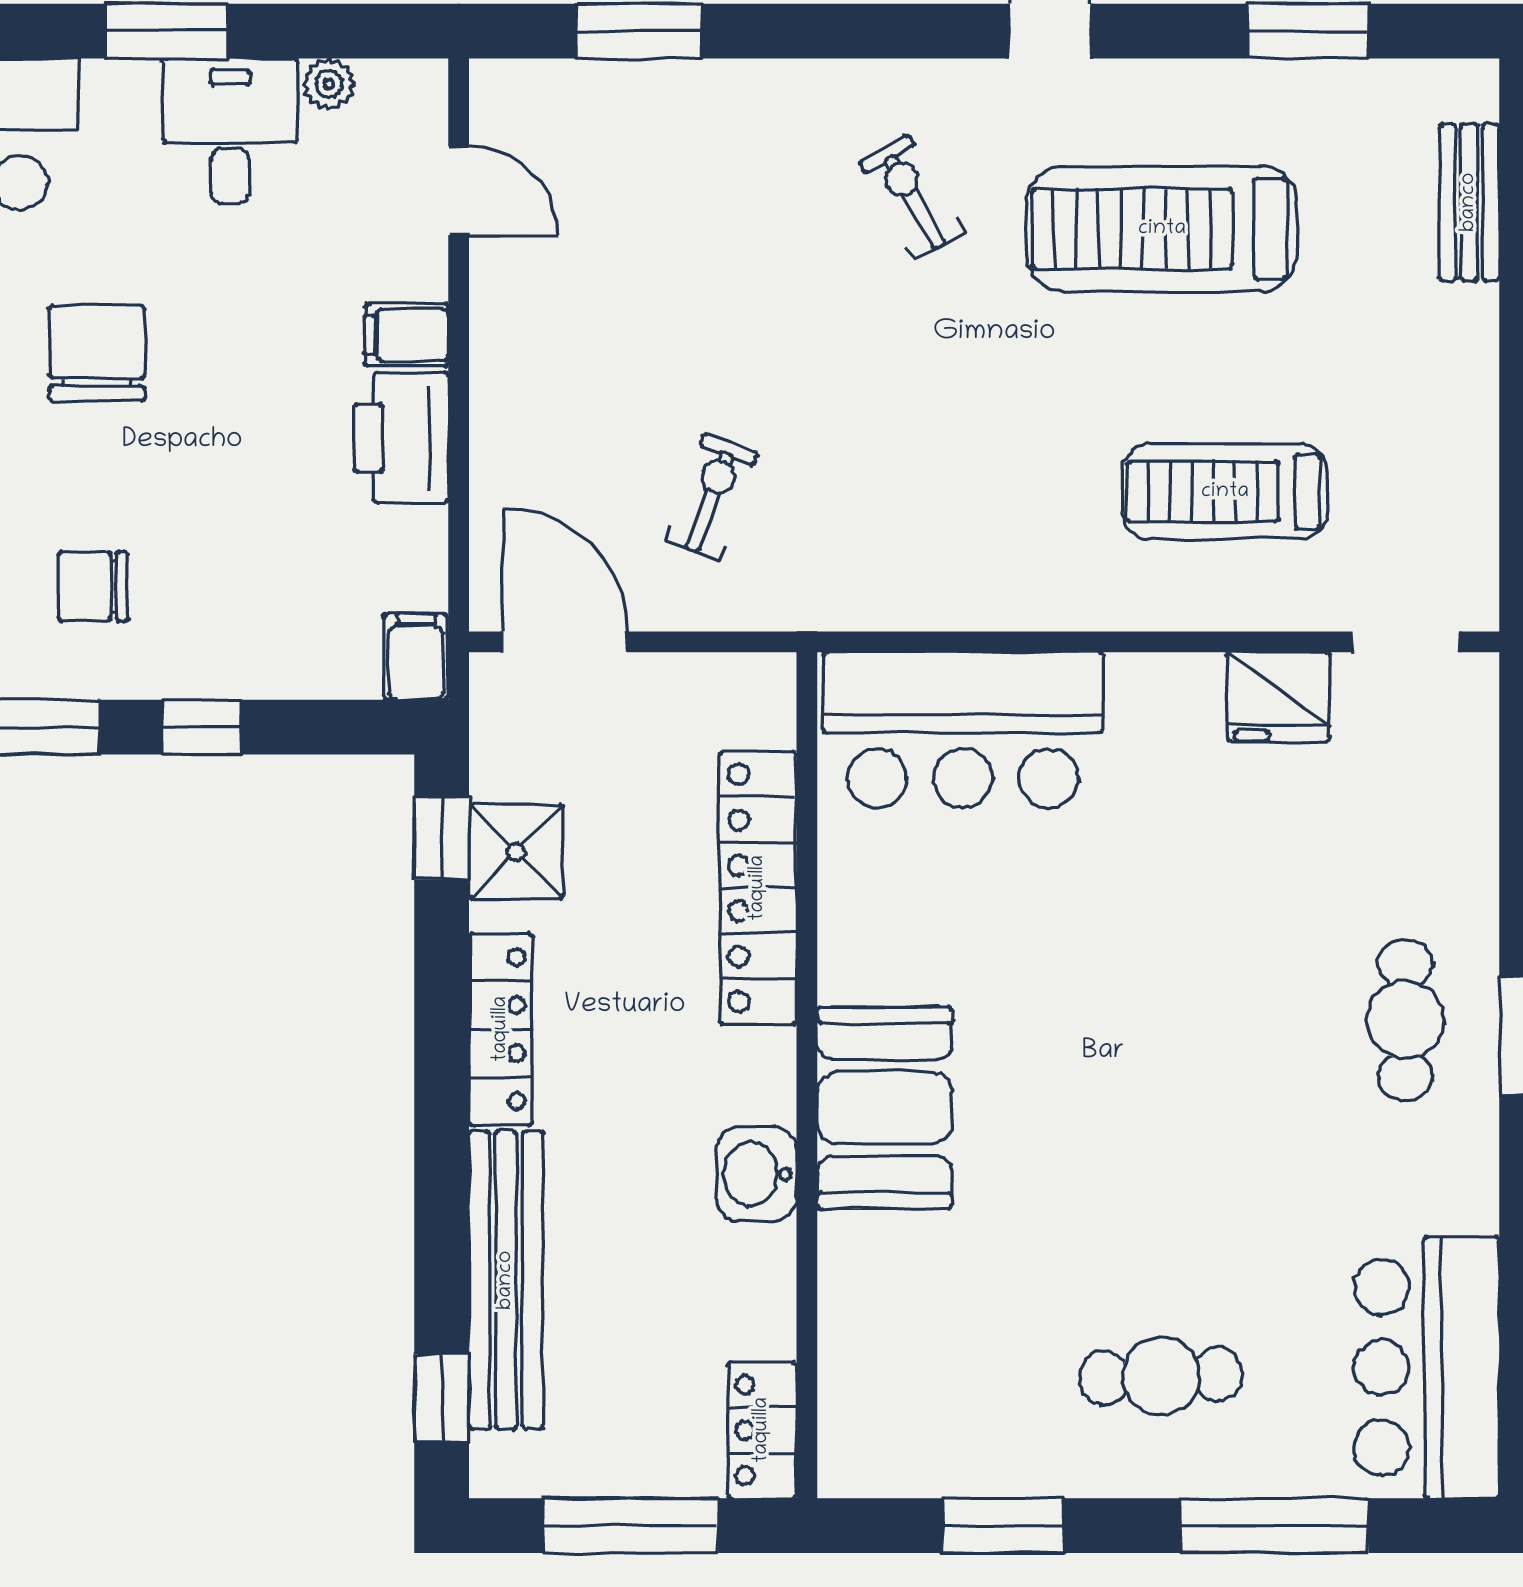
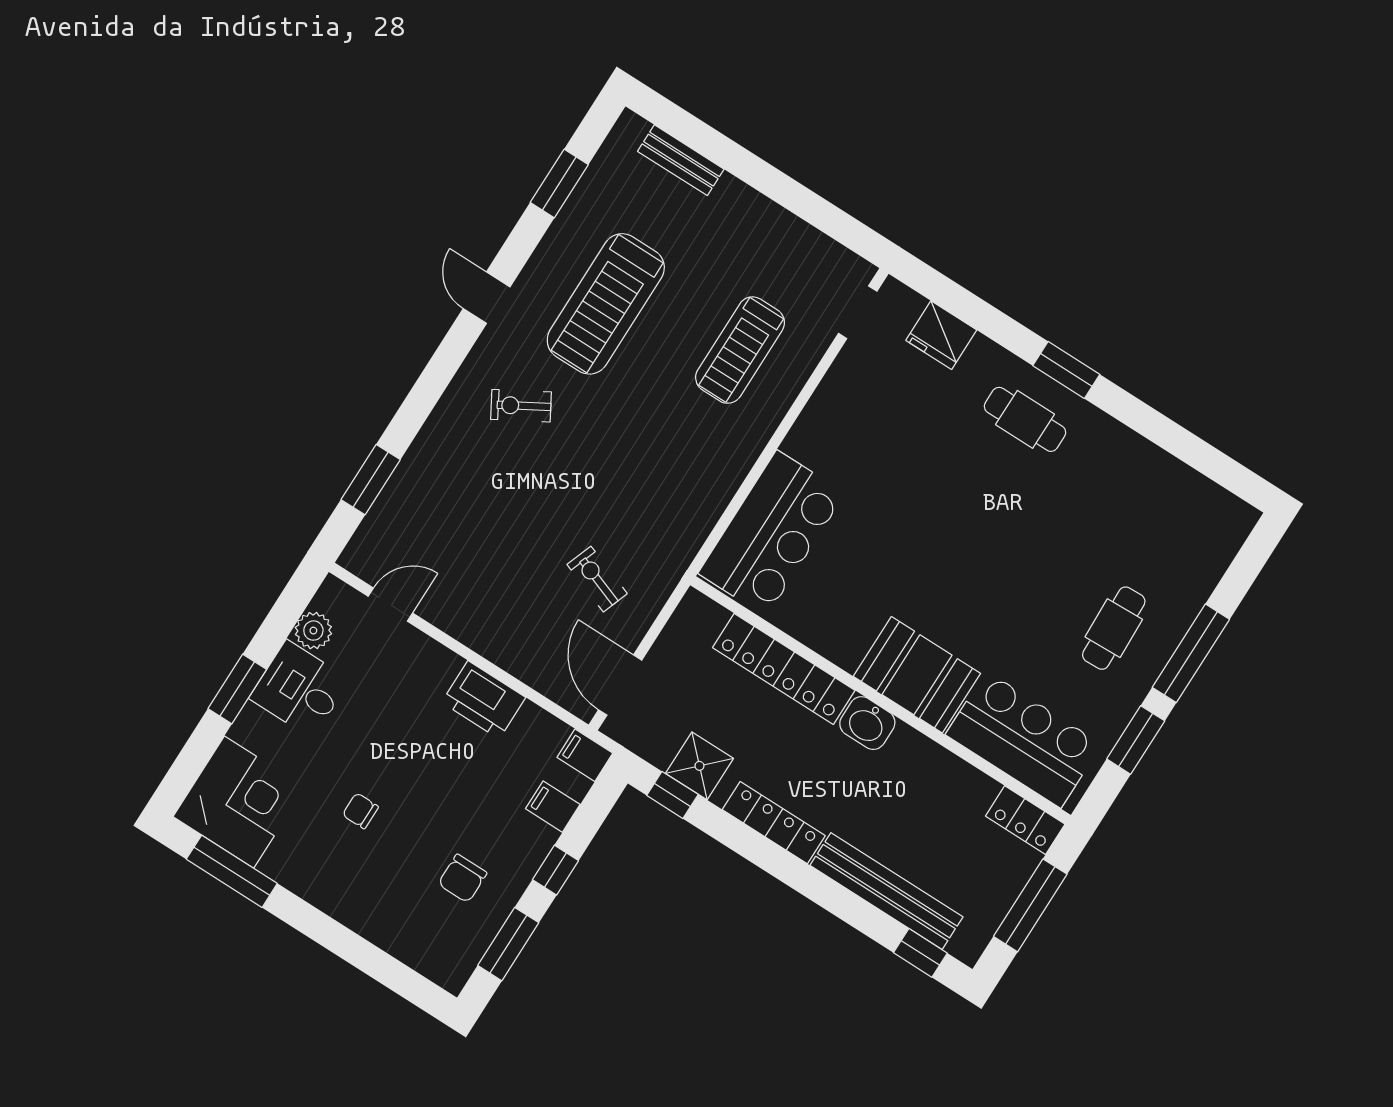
plant: (329, 84) -> (313, 631), width x1.38, depth x1.38
filing cabinet: (407, 335) -> (553, 807), moved, turned 90
chair: (97, 353) -> (360, 811), width x0.54, depth x0.54
door: (565, 642) -> (620, 685), hinge flipped
fridge: (1279, 697) -> (941, 335), moved, turned 90
washbasin: (756, 1174) -> (867, 723), moved
bar counter: (1427, 1367) -> (1023, 739), moved, turned 180
window: (1274, 1526) -> (1191, 653), moved

